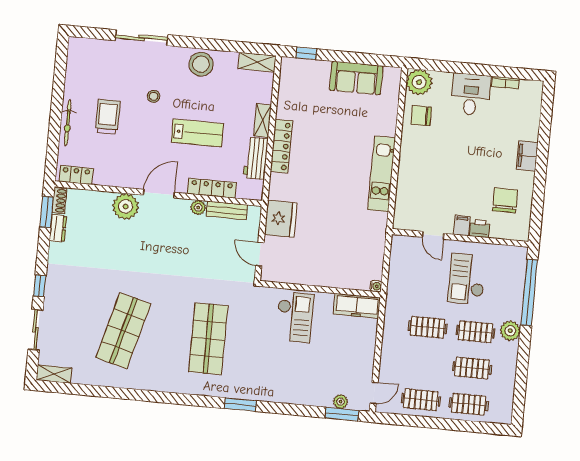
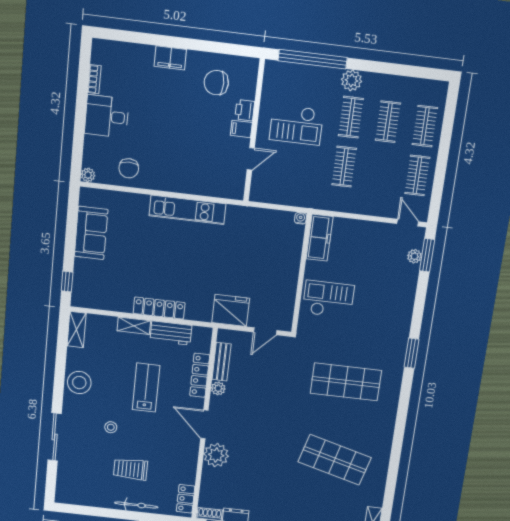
plant: (419, 82) -> (88, 175), width x0.53, depth x0.53

